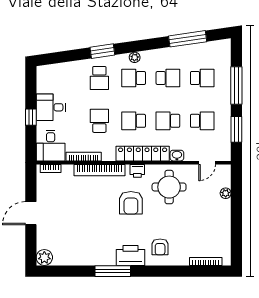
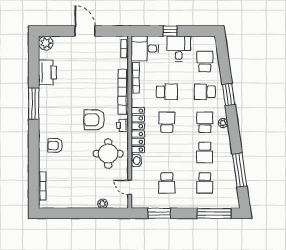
window: (236, 85) -> (214, 213), moved
school desk: (168, 121) -> (205, 61), moved
printer: (130, 255) -> (48, 72), moved

